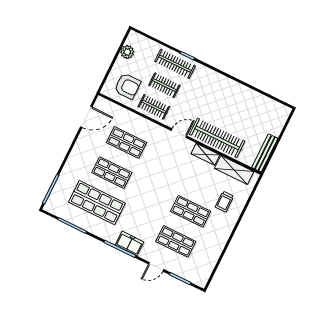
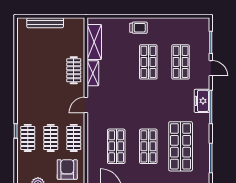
clothes rail: (175, 64) -> (28, 138), width x0.73
door: (179, 133) -> (86, 105), hinge flipped
clothes rail: (217, 138) -> (74, 70), width x0.54, depth x0.76
bench: (265, 153) -> (45, 23), moved
trolley: (224, 202) -> (139, 28), moved

